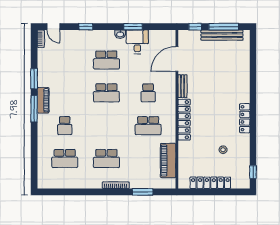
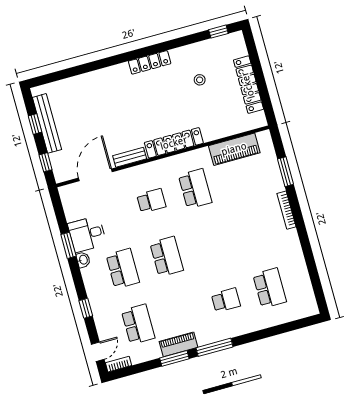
window: (224, 27) -> (35, 124), width x0.46
door: (177, 59) -> (95, 175), swing flipped
piano: (43, 100) -> (178, 344), moved
school desk: (106, 159) -> (138, 324), moved

